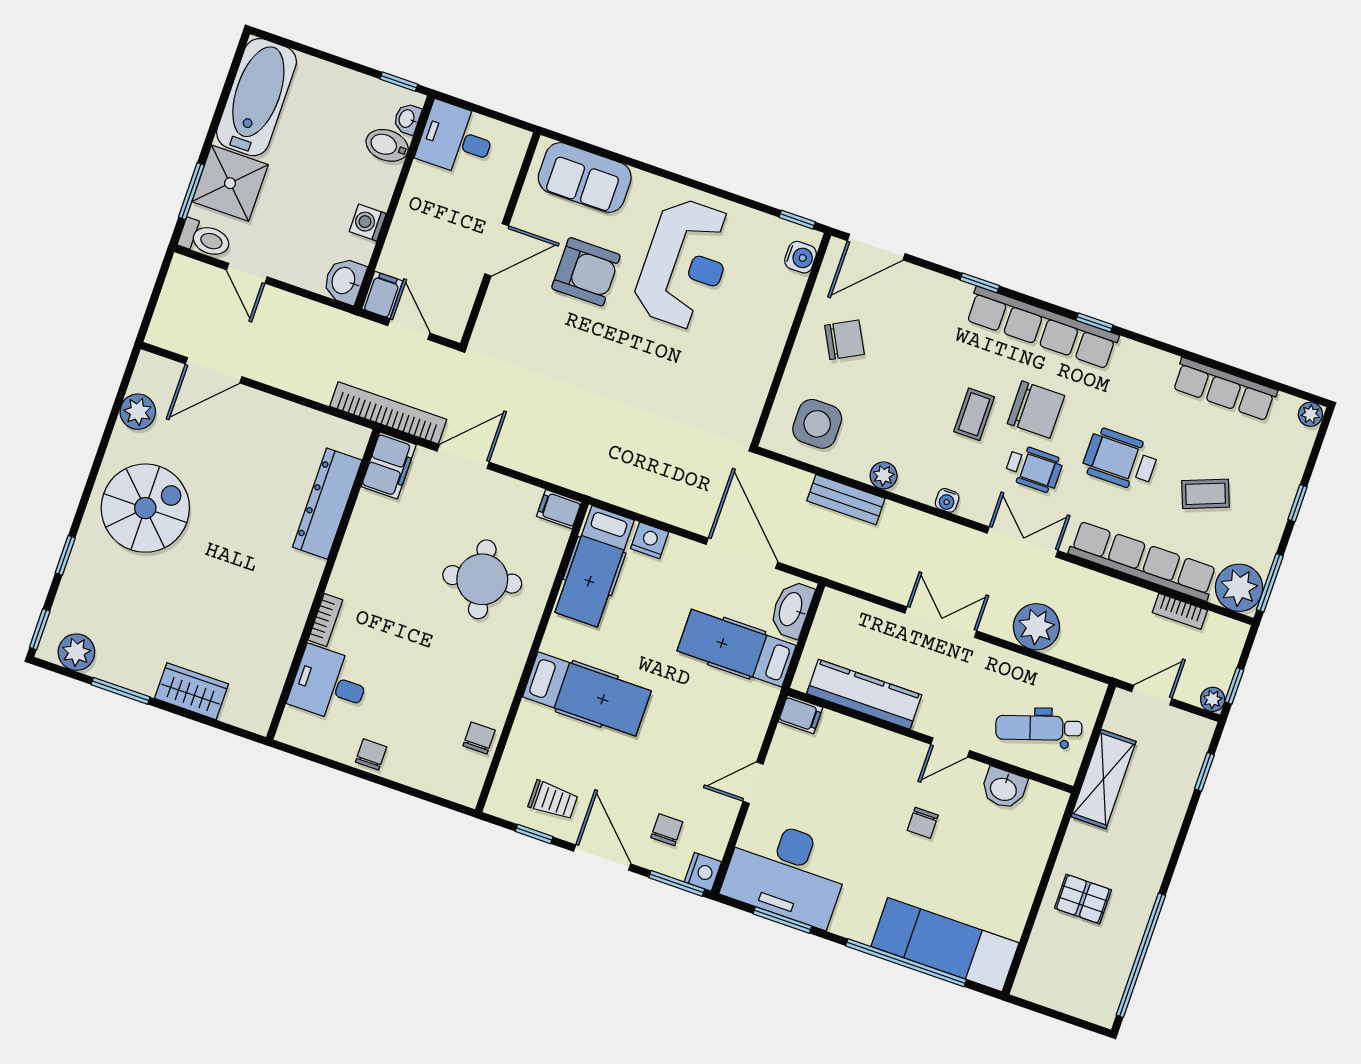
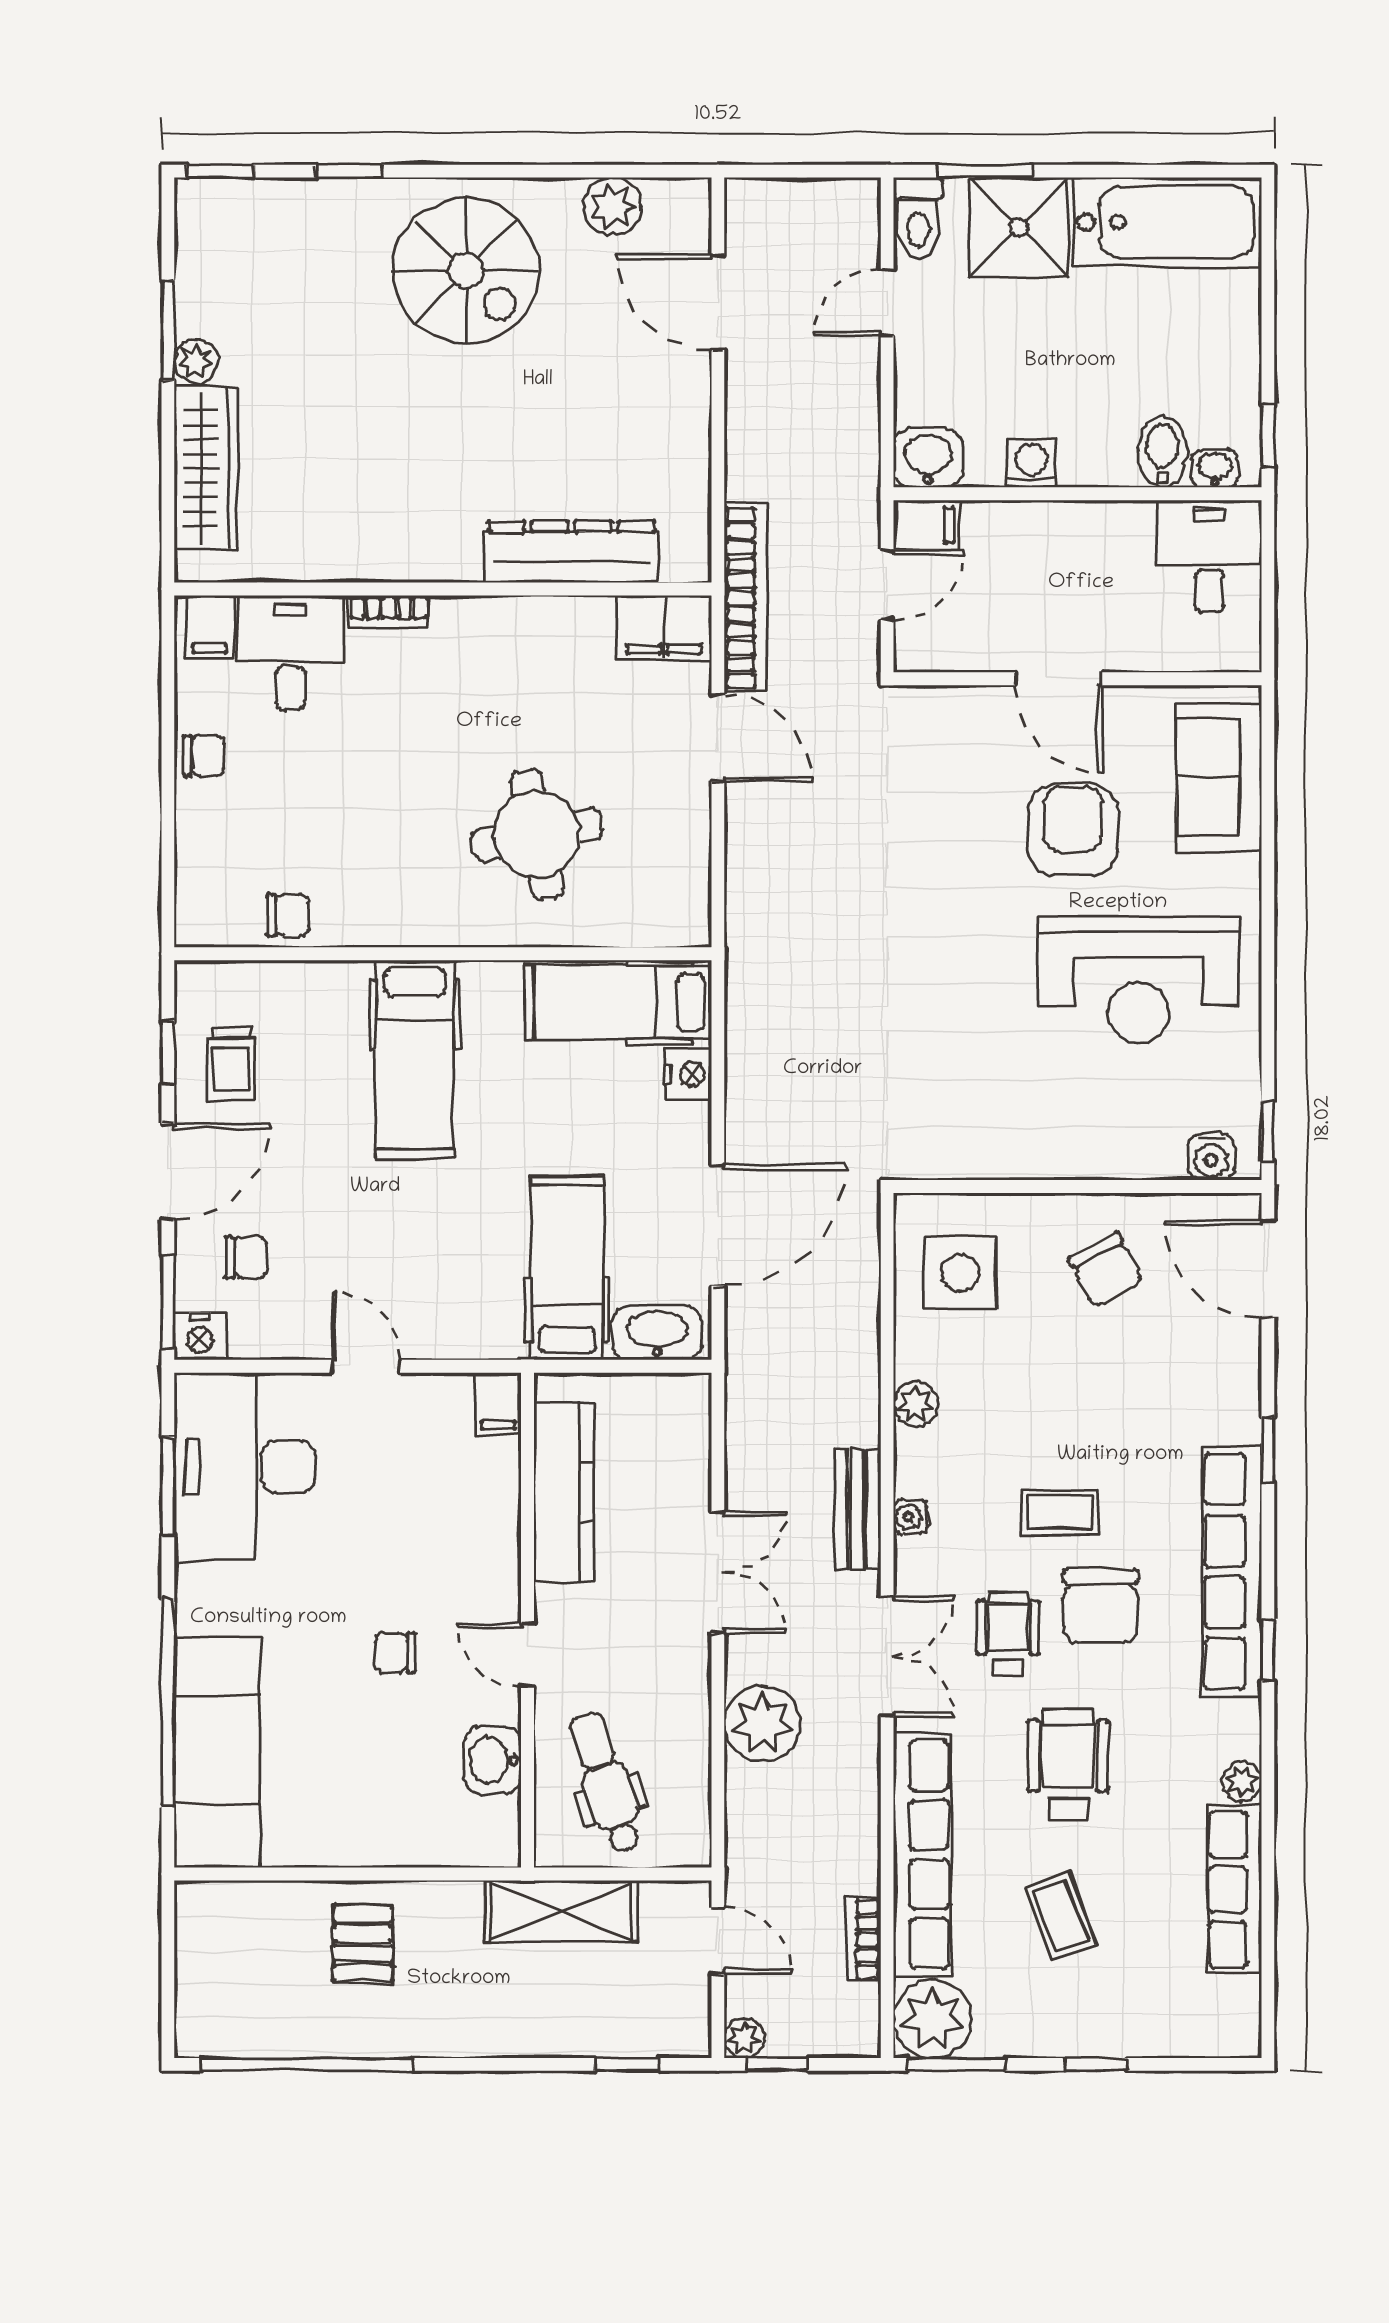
armchair: (586, 272) -> (1073, 830), turned 180
plant: (1310, 414) -> (1242, 1781), moved
wheelchair: (1034, 468) -> (1008, 1634), turned 180
bench: (846, 500) -> (858, 1510), moved
filing cabinet: (559, 509) -> (210, 627), moved, turned 180
plant: (76, 652) -> (196, 361), moved, width x0.73, depth x0.73
wardrobe: (191, 691) -> (206, 468), width x1.50

